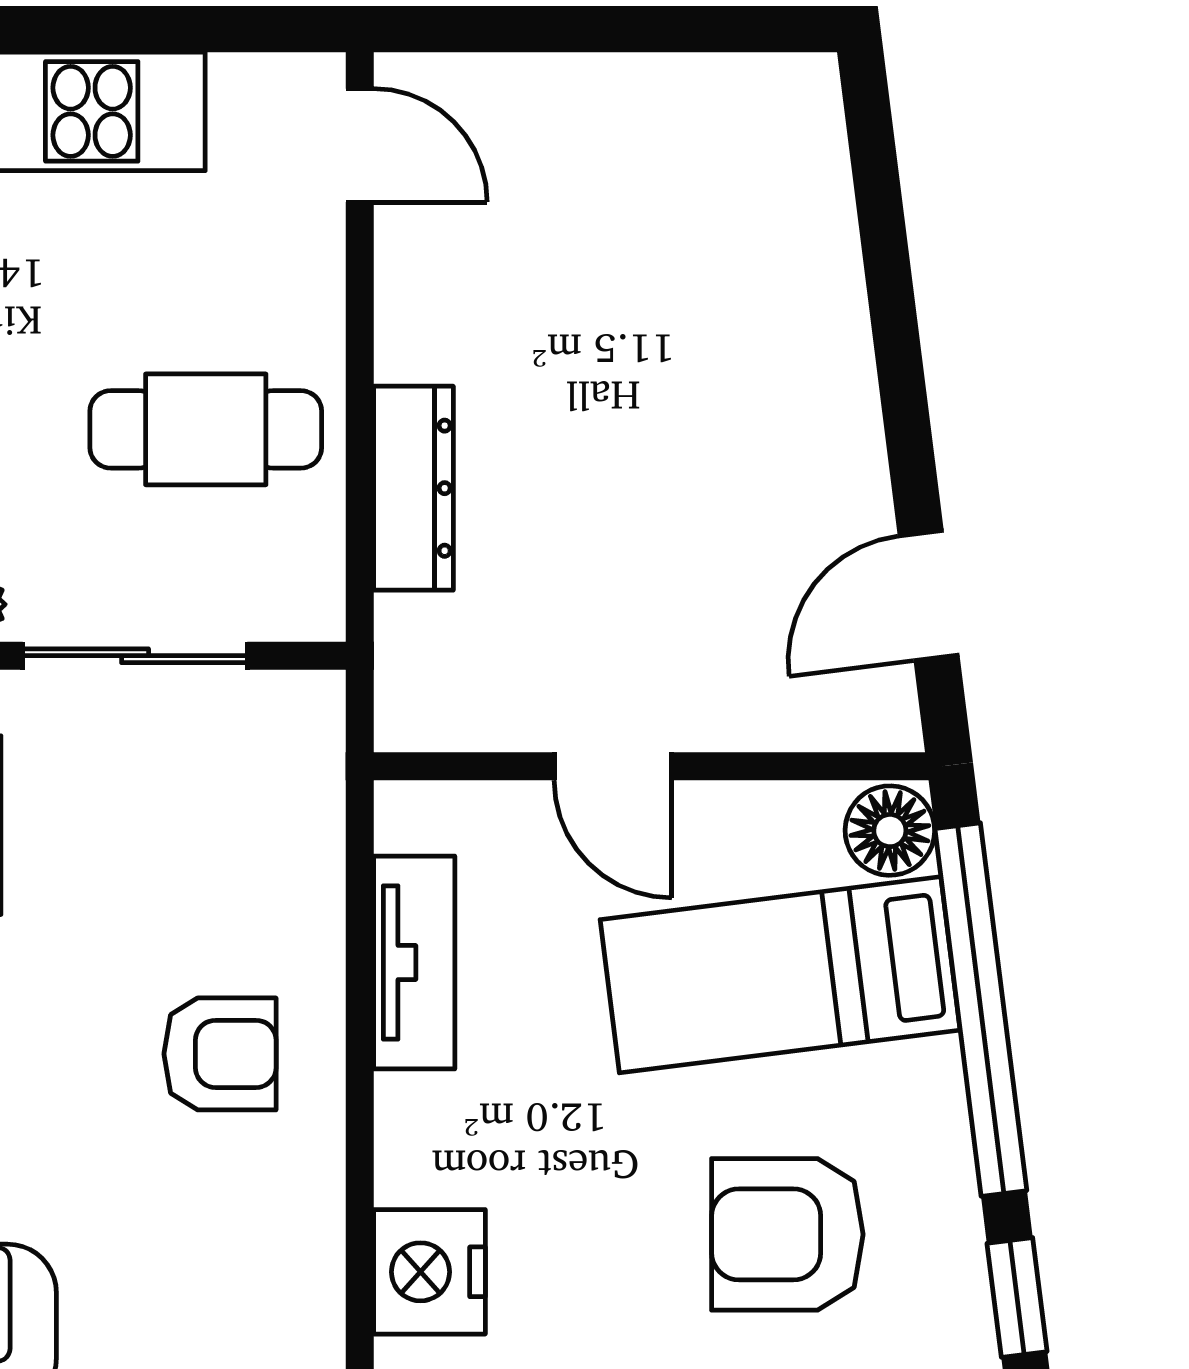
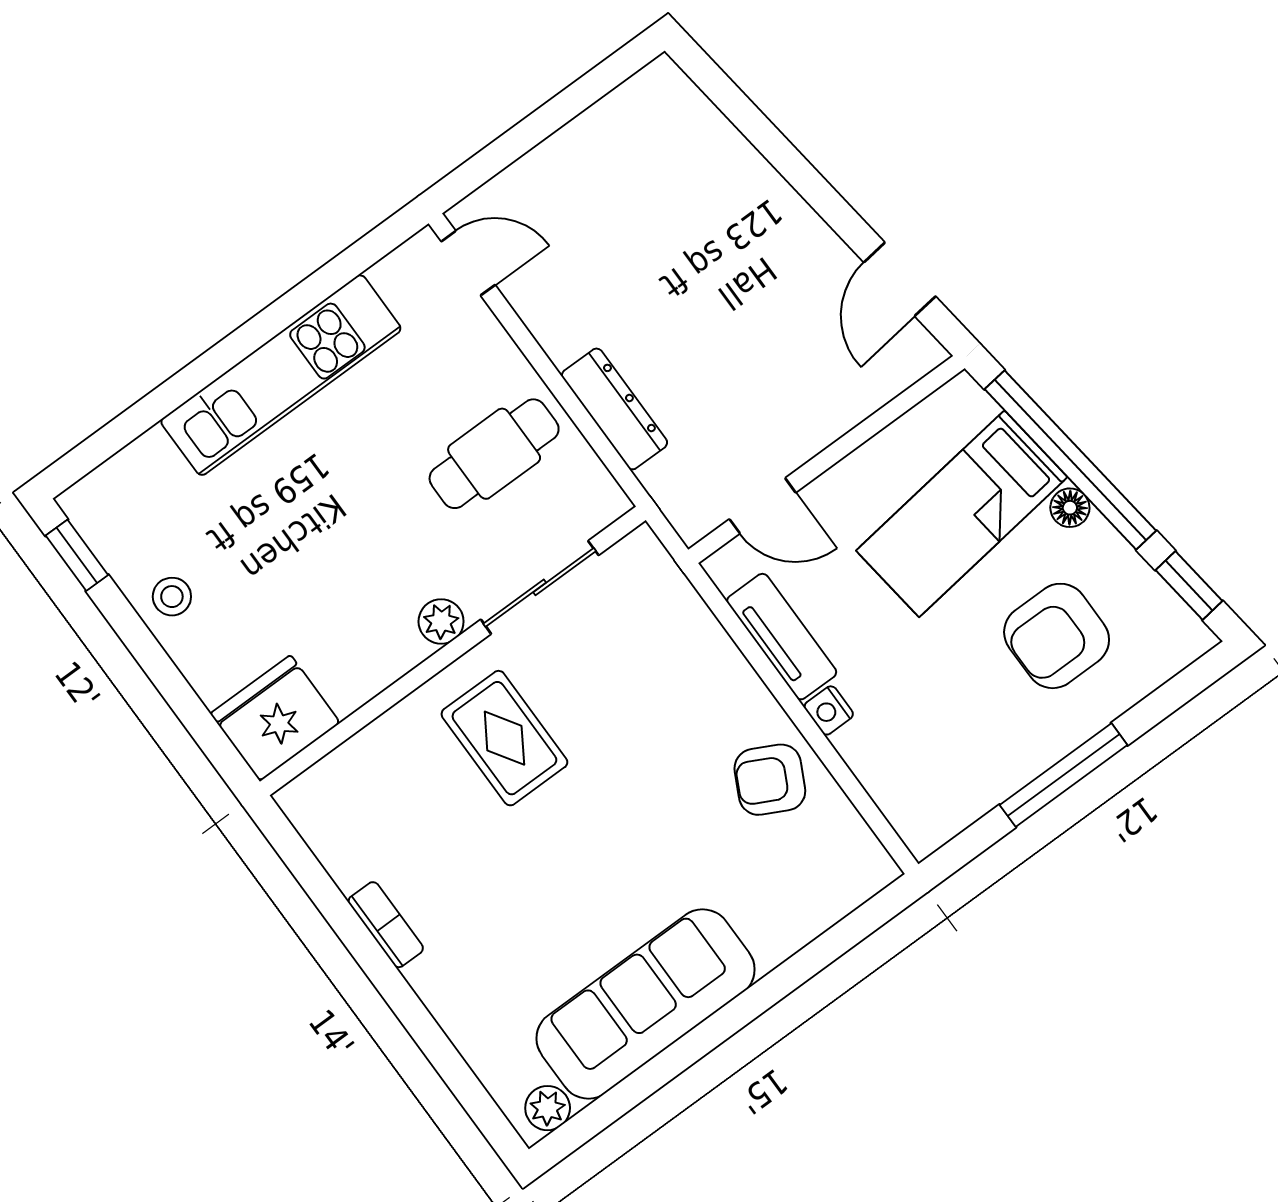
door: (613, 766) -> (762, 506), moved
floor lamp: (890, 831) -> (1070, 508), moved, width x0.73, depth x0.73
armchair: (220, 1054) -> (770, 780), moved, turned -153
nightstand: (429, 1272) -> (829, 710), moved, width x0.53, depth x0.56

